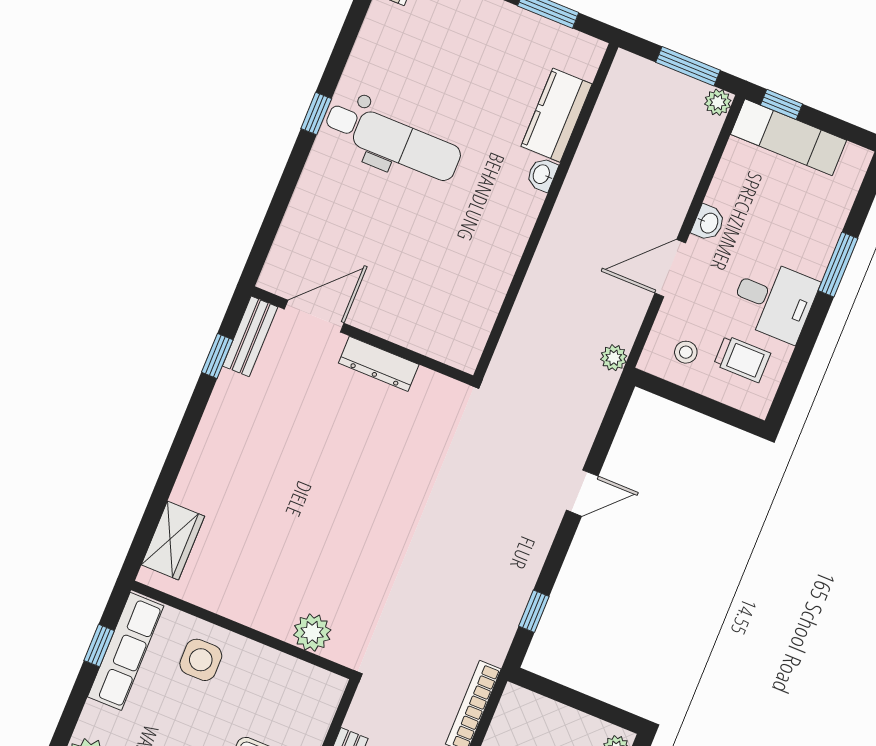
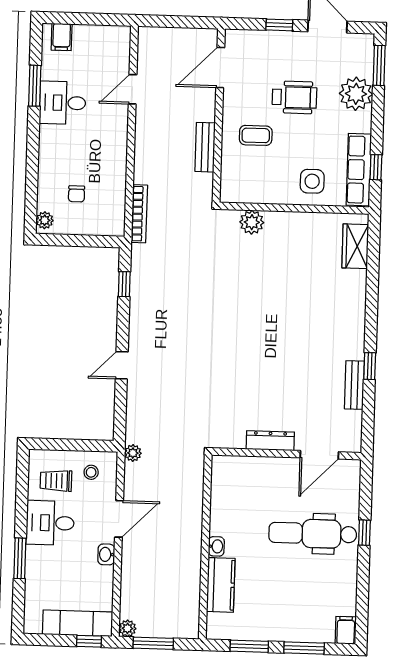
door: (314, 316) -> (319, 455), moved
wall: (362, 336) -> (286, 454), moved
dresser: (379, 364) -> (270, 441), moved

